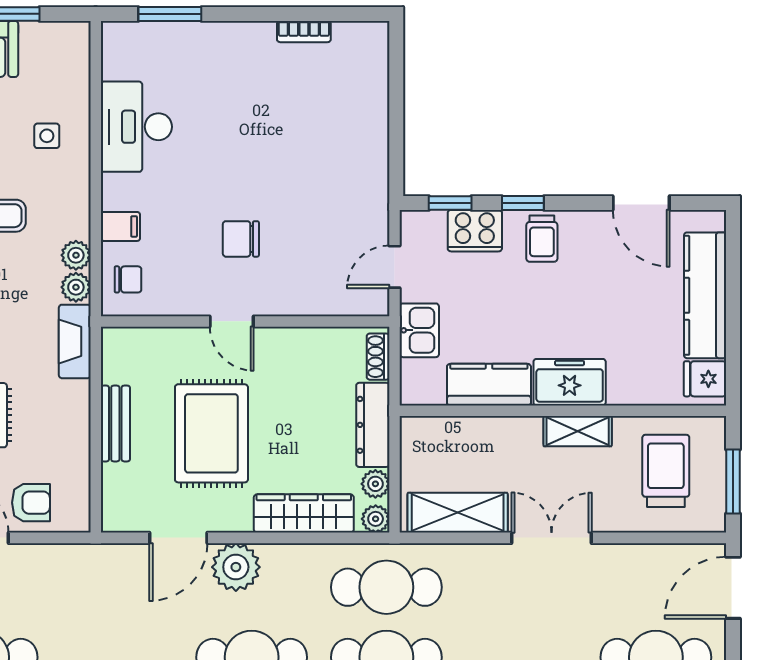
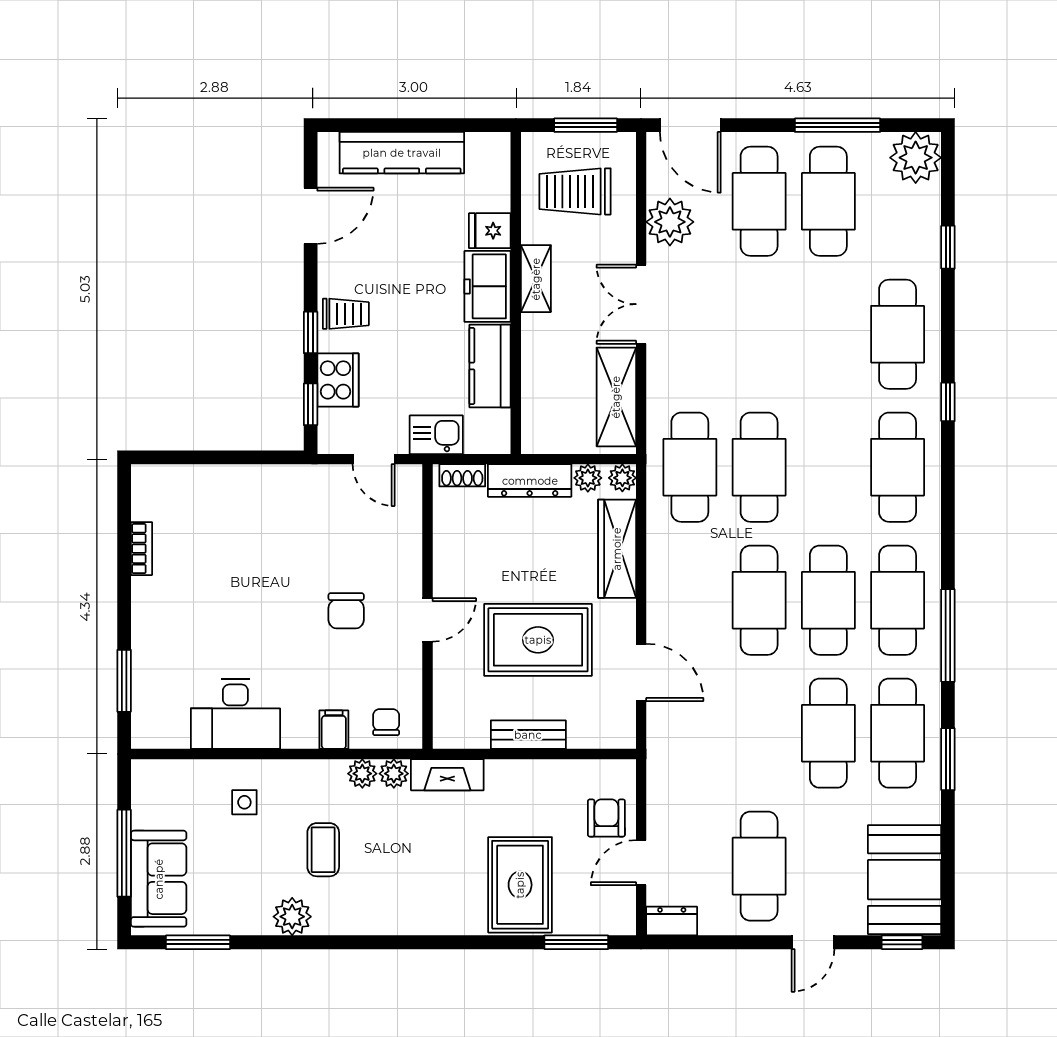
fridge: (705, 379) -> (490, 231), moved, turned 90
plant: (236, 567) -> (670, 222), moved

